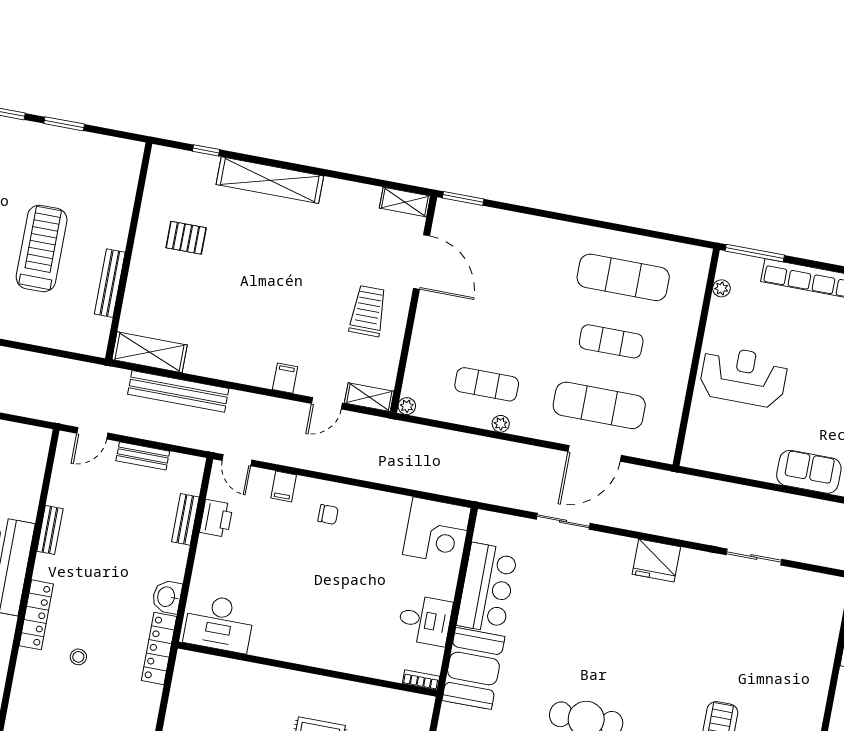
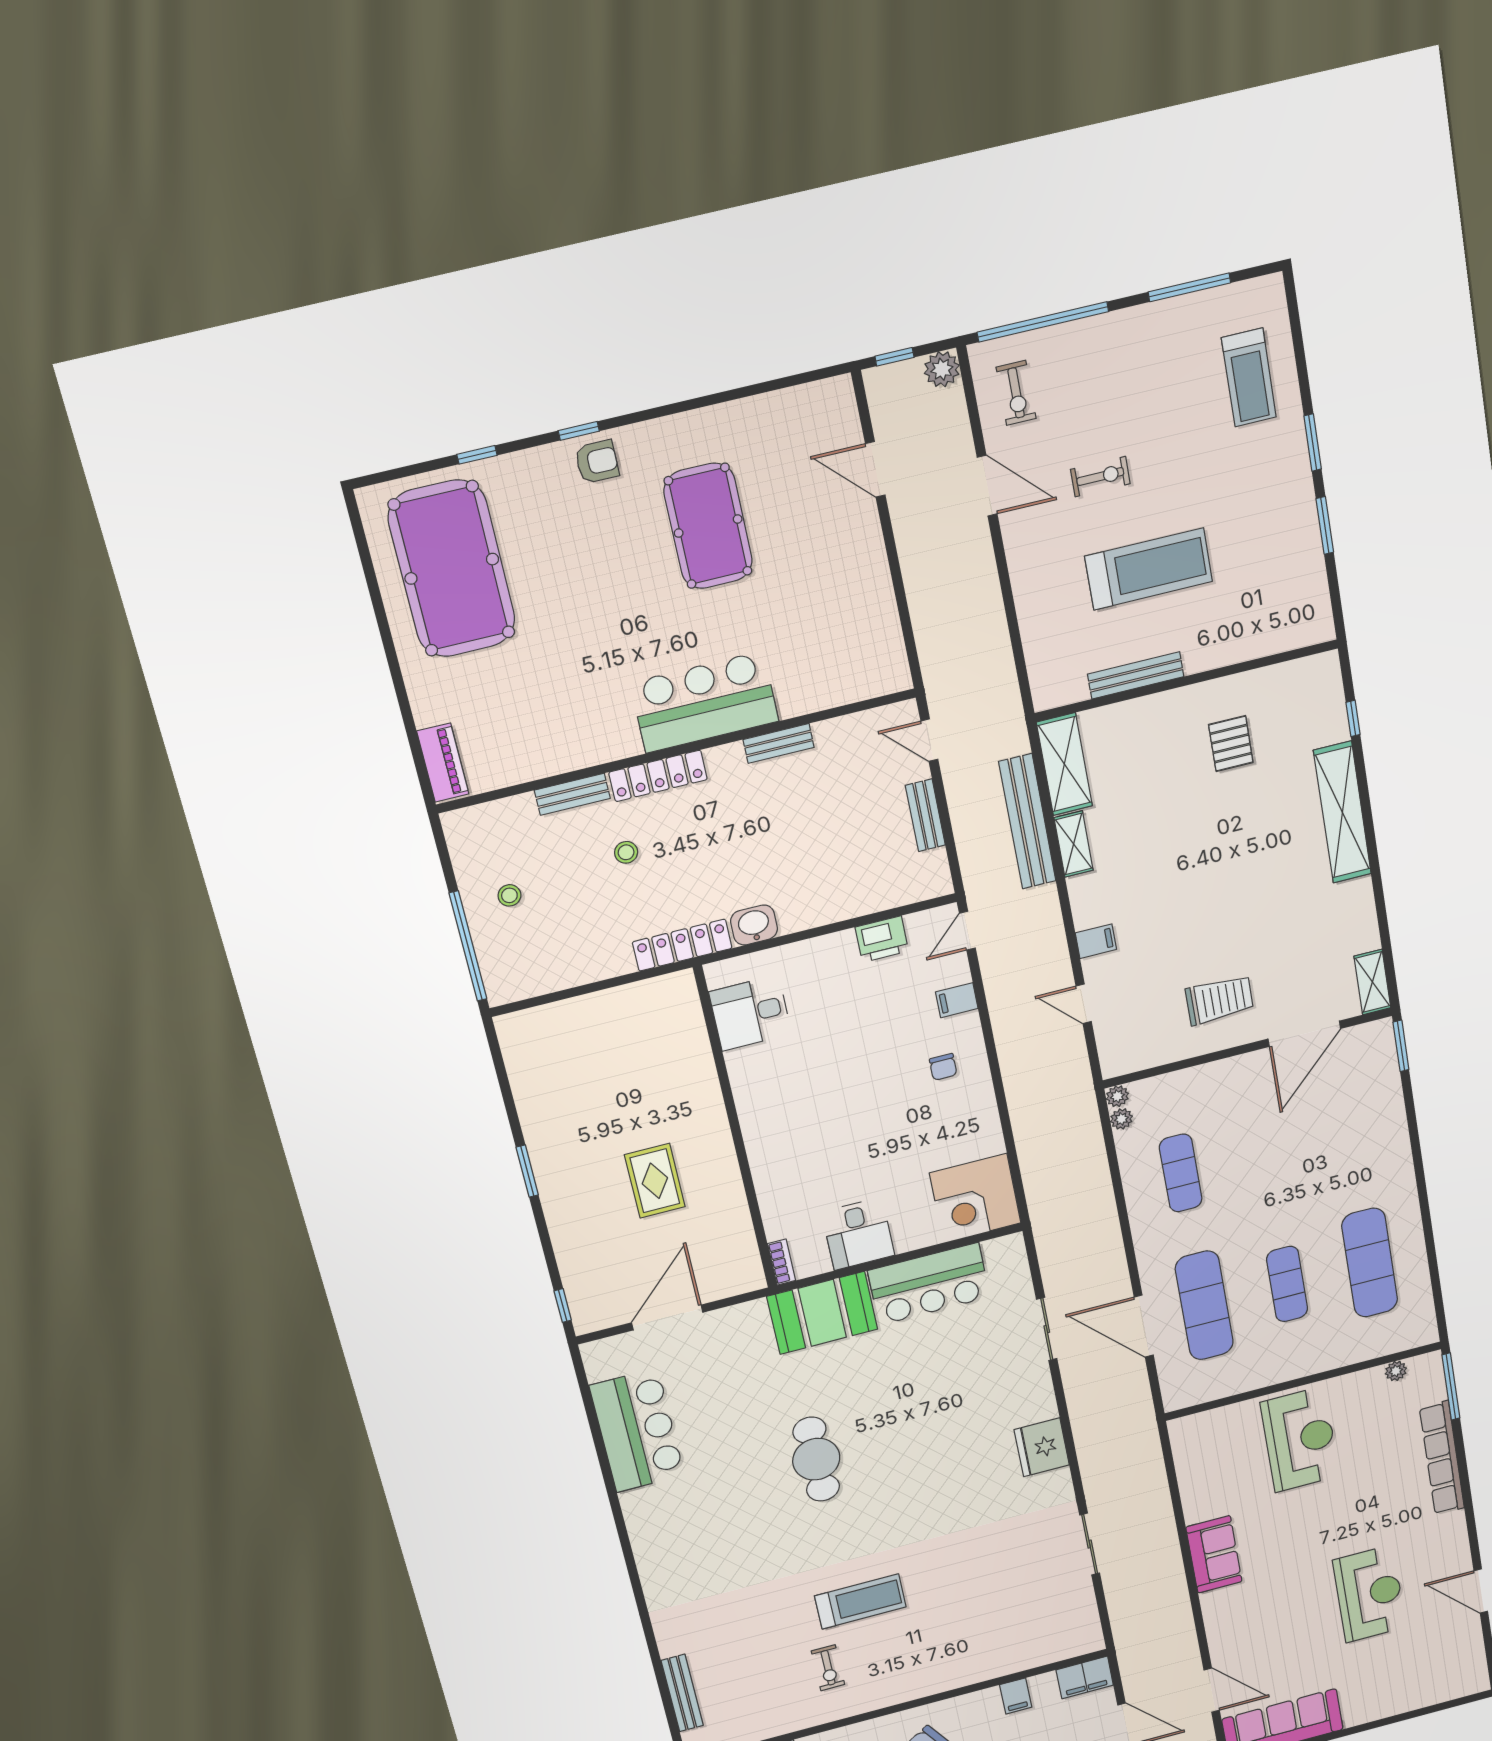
shelving: (369, 397) -> (1074, 844), moved
plant: (501, 424) -> (1121, 1119), moved
bench: (185, 519) -> (572, 794), moved
desk: (219, 623) -> (750, 1013), width x0.73

